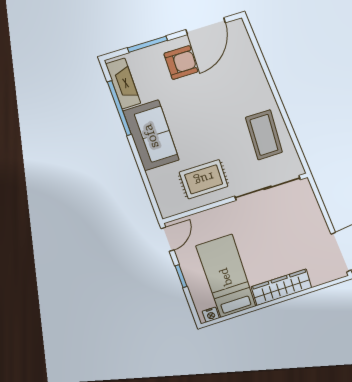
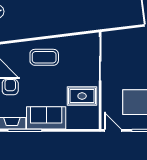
coffee table: (264, 135) -> (44, 57), moved
rug: (204, 179) -> (82, 96), turned 90

